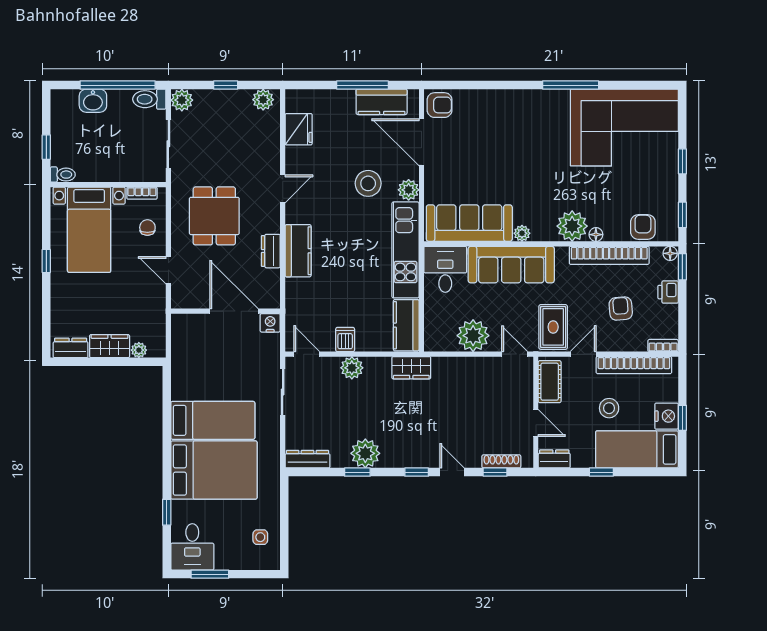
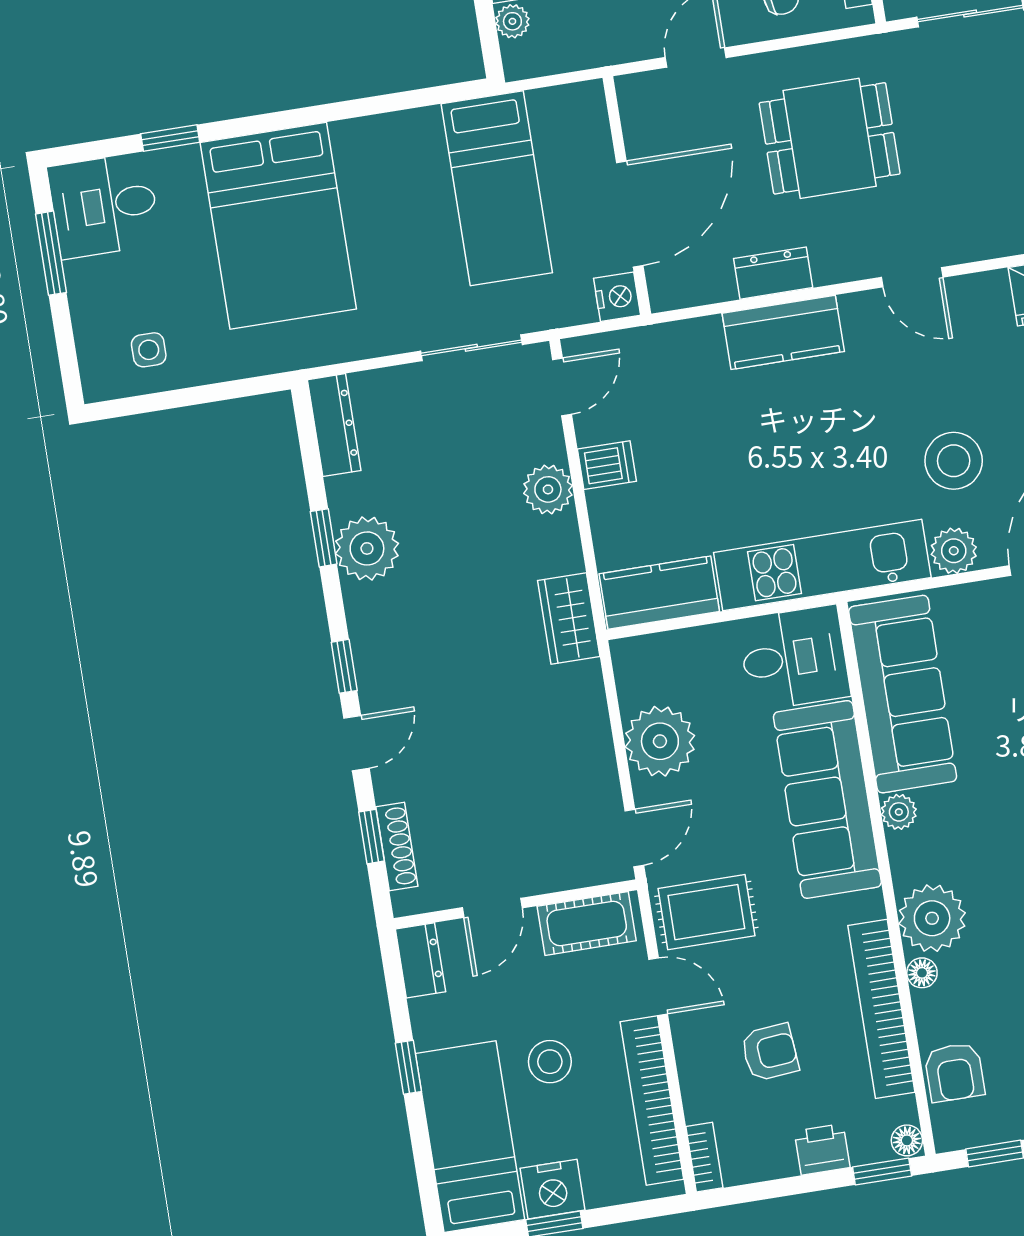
armchair: (643, 227) -> (955, 1072), turned 90
bed: (213, 420) -> (497, 188), moved

